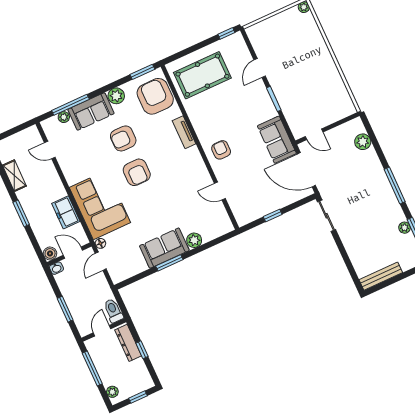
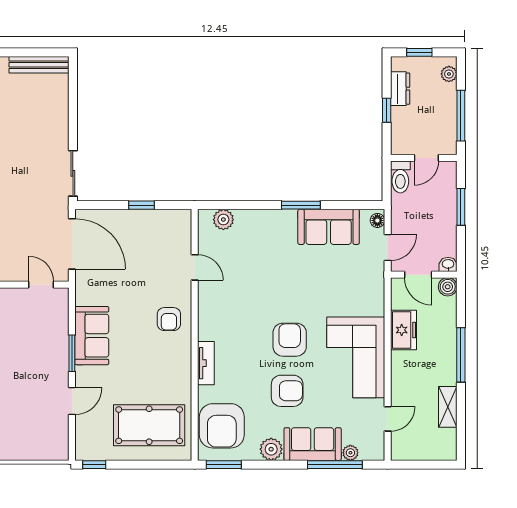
sofa: (277, 140) -> (92, 336), moved
door: (50, 150) -> (388, 419), hinge flipped
corner sofa: (100, 205) -> (356, 357), moved
window: (21, 213) -> (461, 355), width x1.44
plant: (194, 240) -> (223, 220), moved
floor lamp: (100, 243) -> (377, 220), moved
sofa: (164, 248) -> (329, 227), moved
dresser: (128, 343) -> (400, 89), moved, width x0.70

